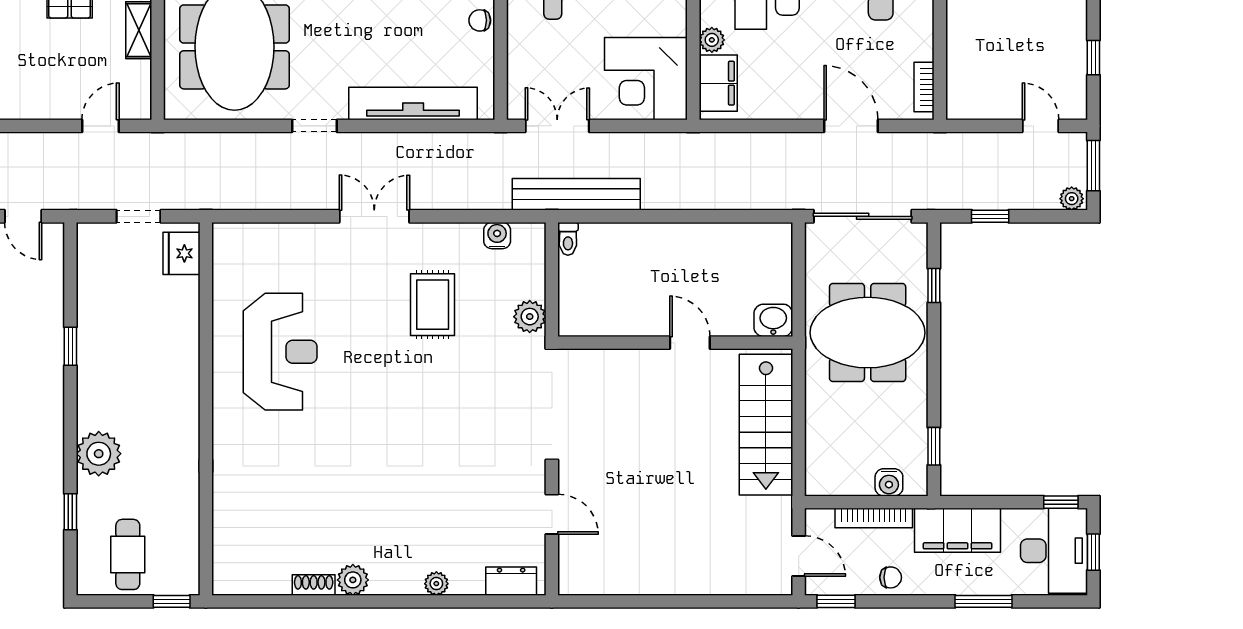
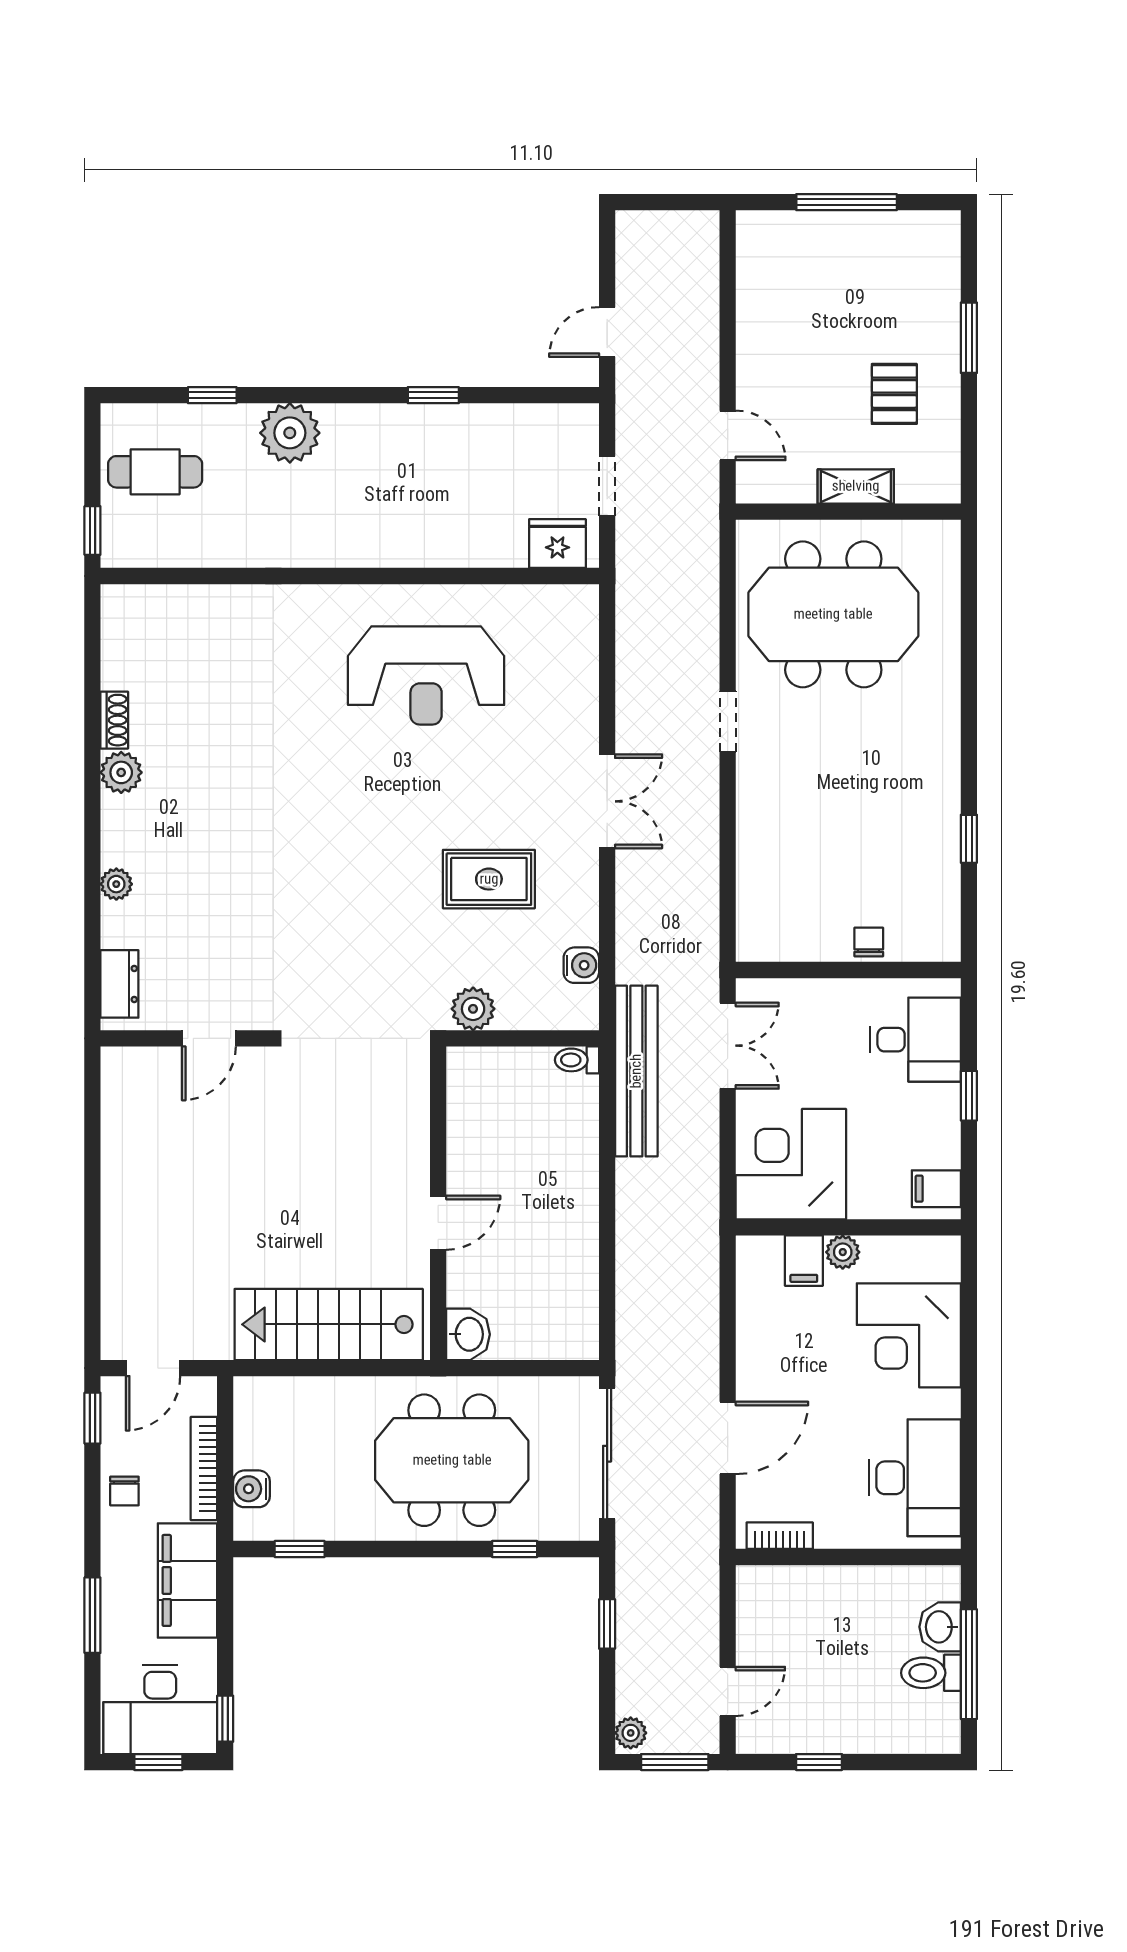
filing cabinet: (718, 83) -> (804, 1261), width x0.50
tv unit: (413, 104) -> (758, 853), removed
meeting table: (868, 333) -> (452, 1460), turned 90

